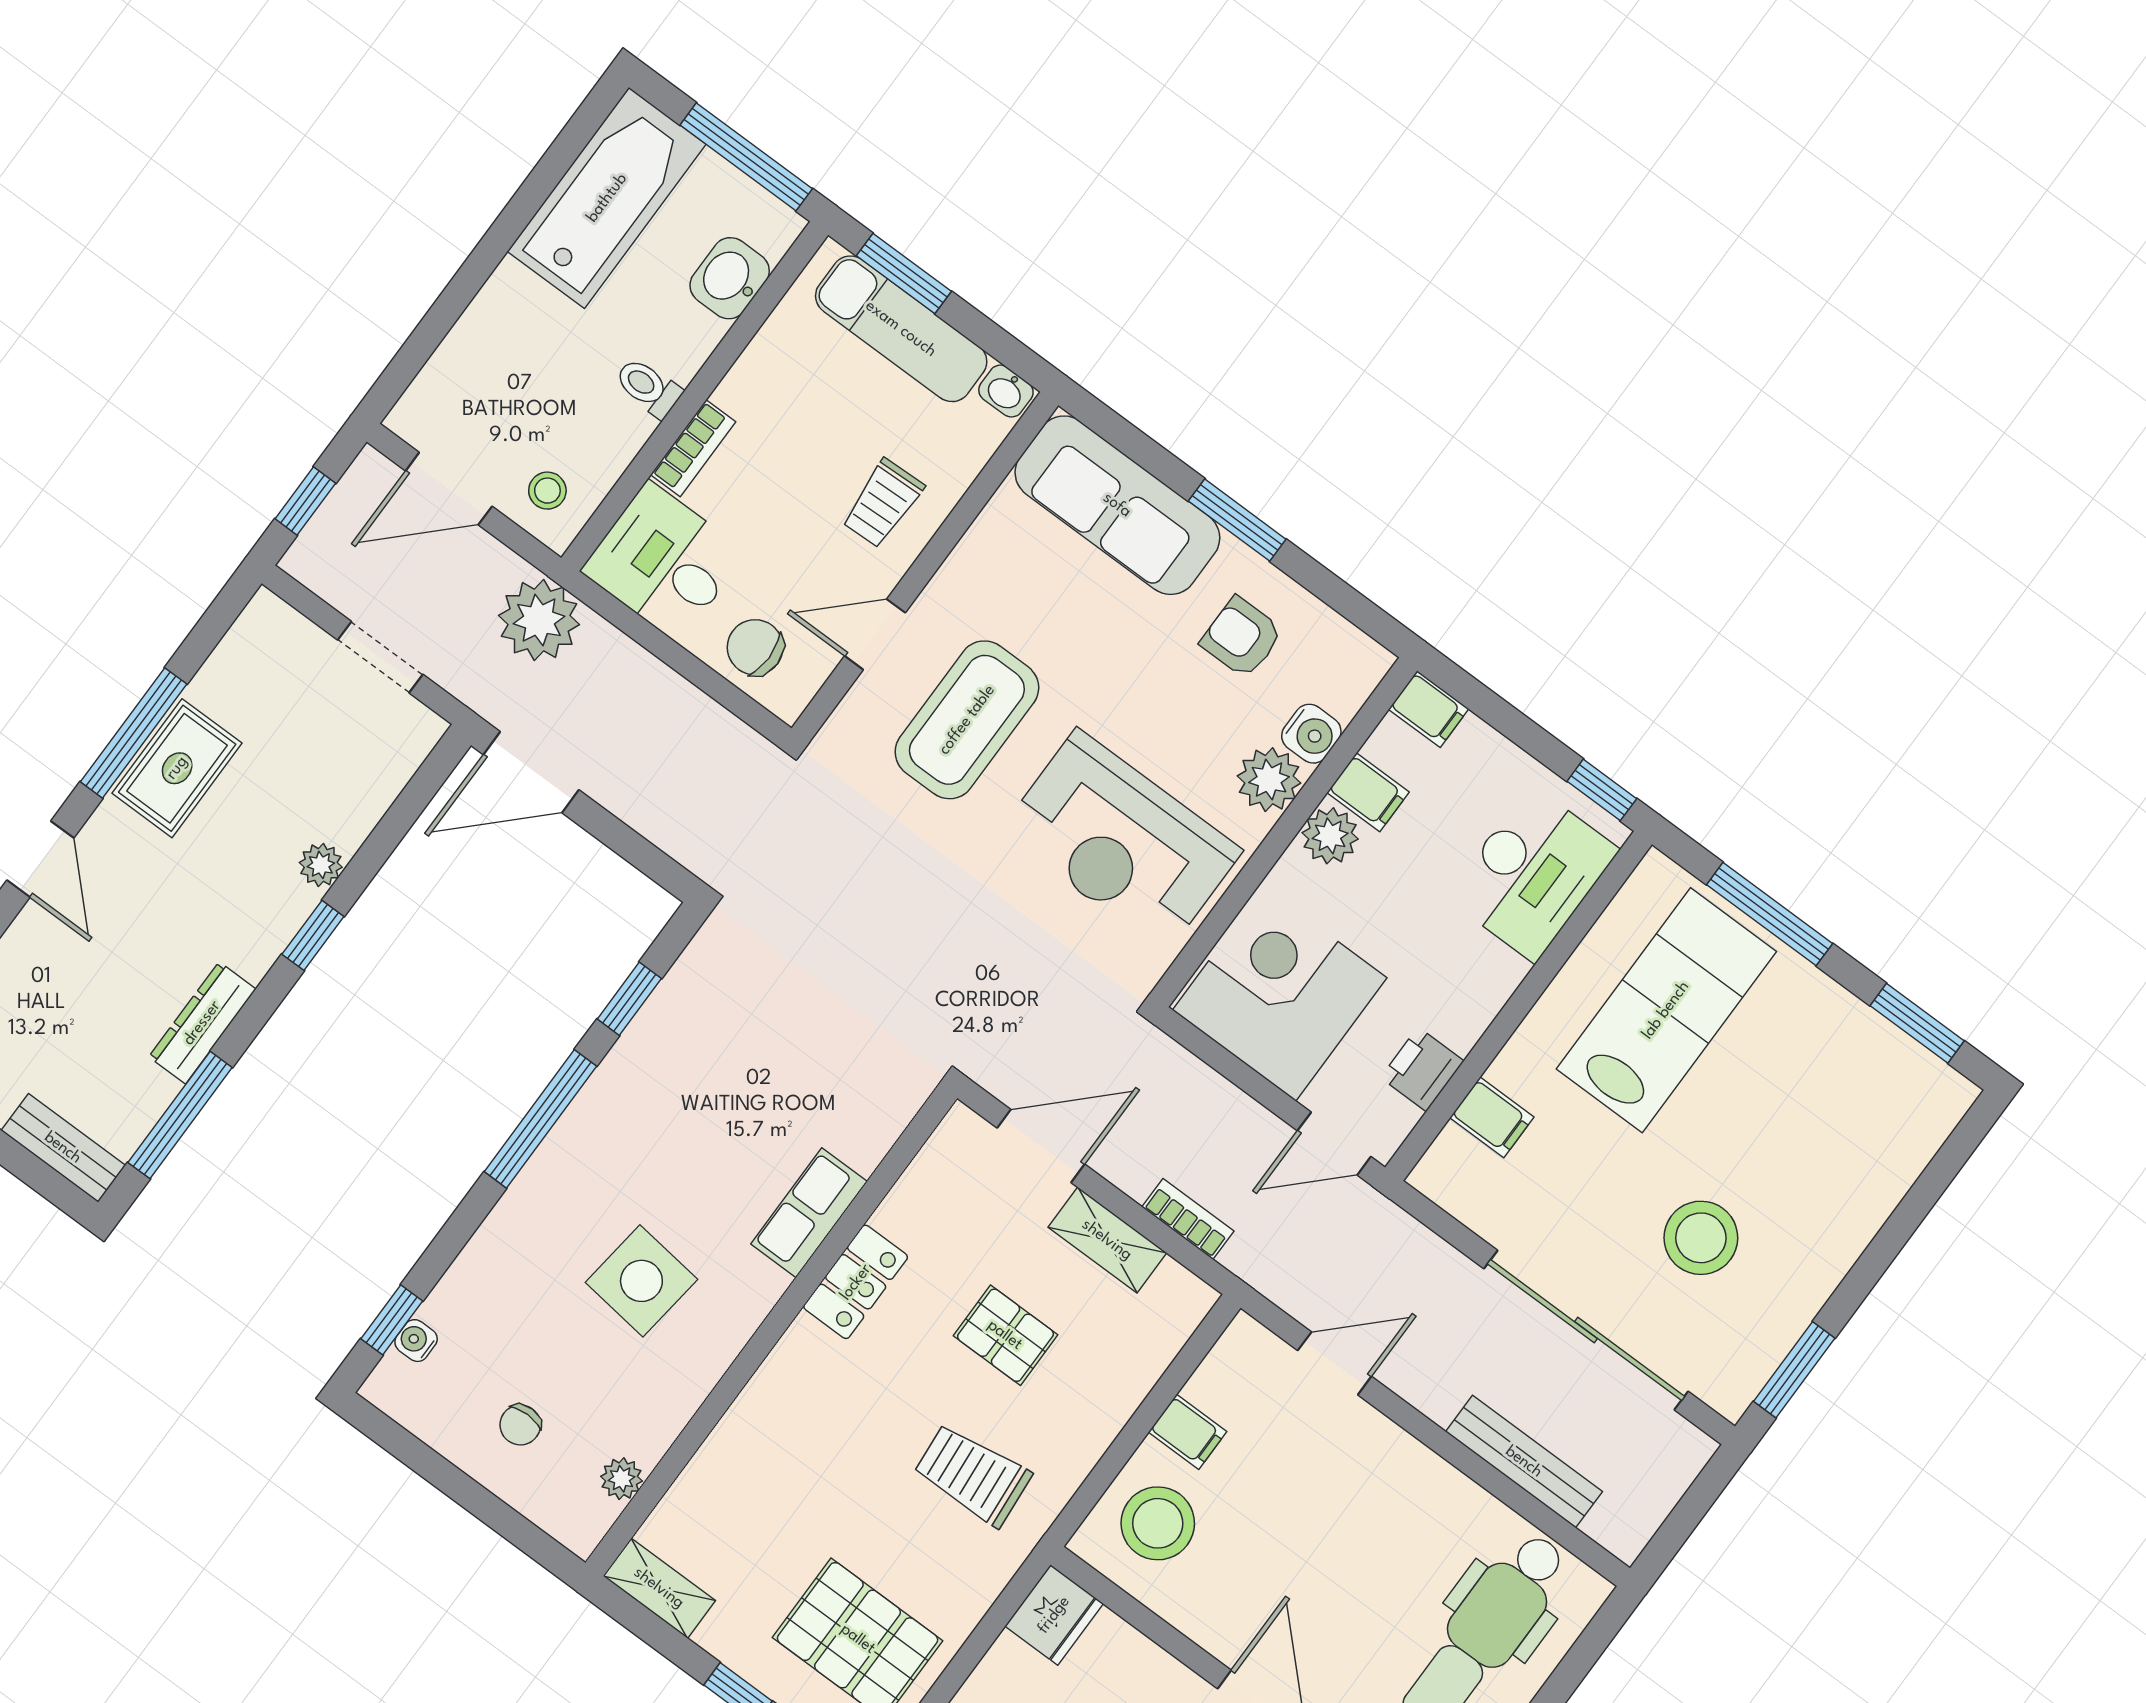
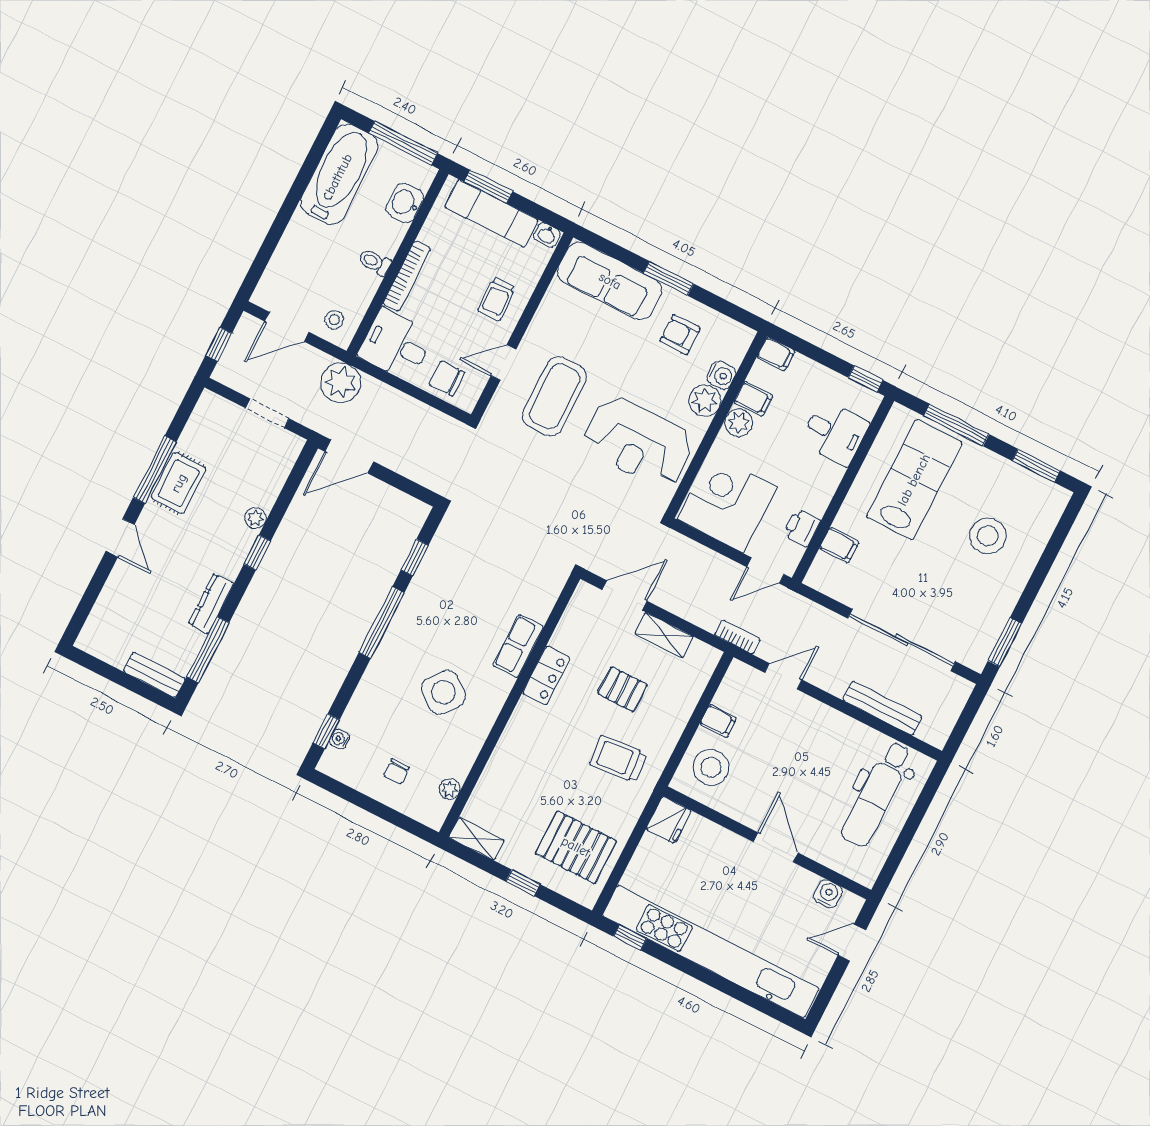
bookcase: (693, 448) -> (407, 276), width x1.56
desk: (1533, 873) -> (835, 433), width x0.73
bookcase: (1188, 1219) -> (737, 637), moved
stool: (1701, 1238) -> (988, 536), moved
side table: (641, 1281) -> (443, 692), turned 32

